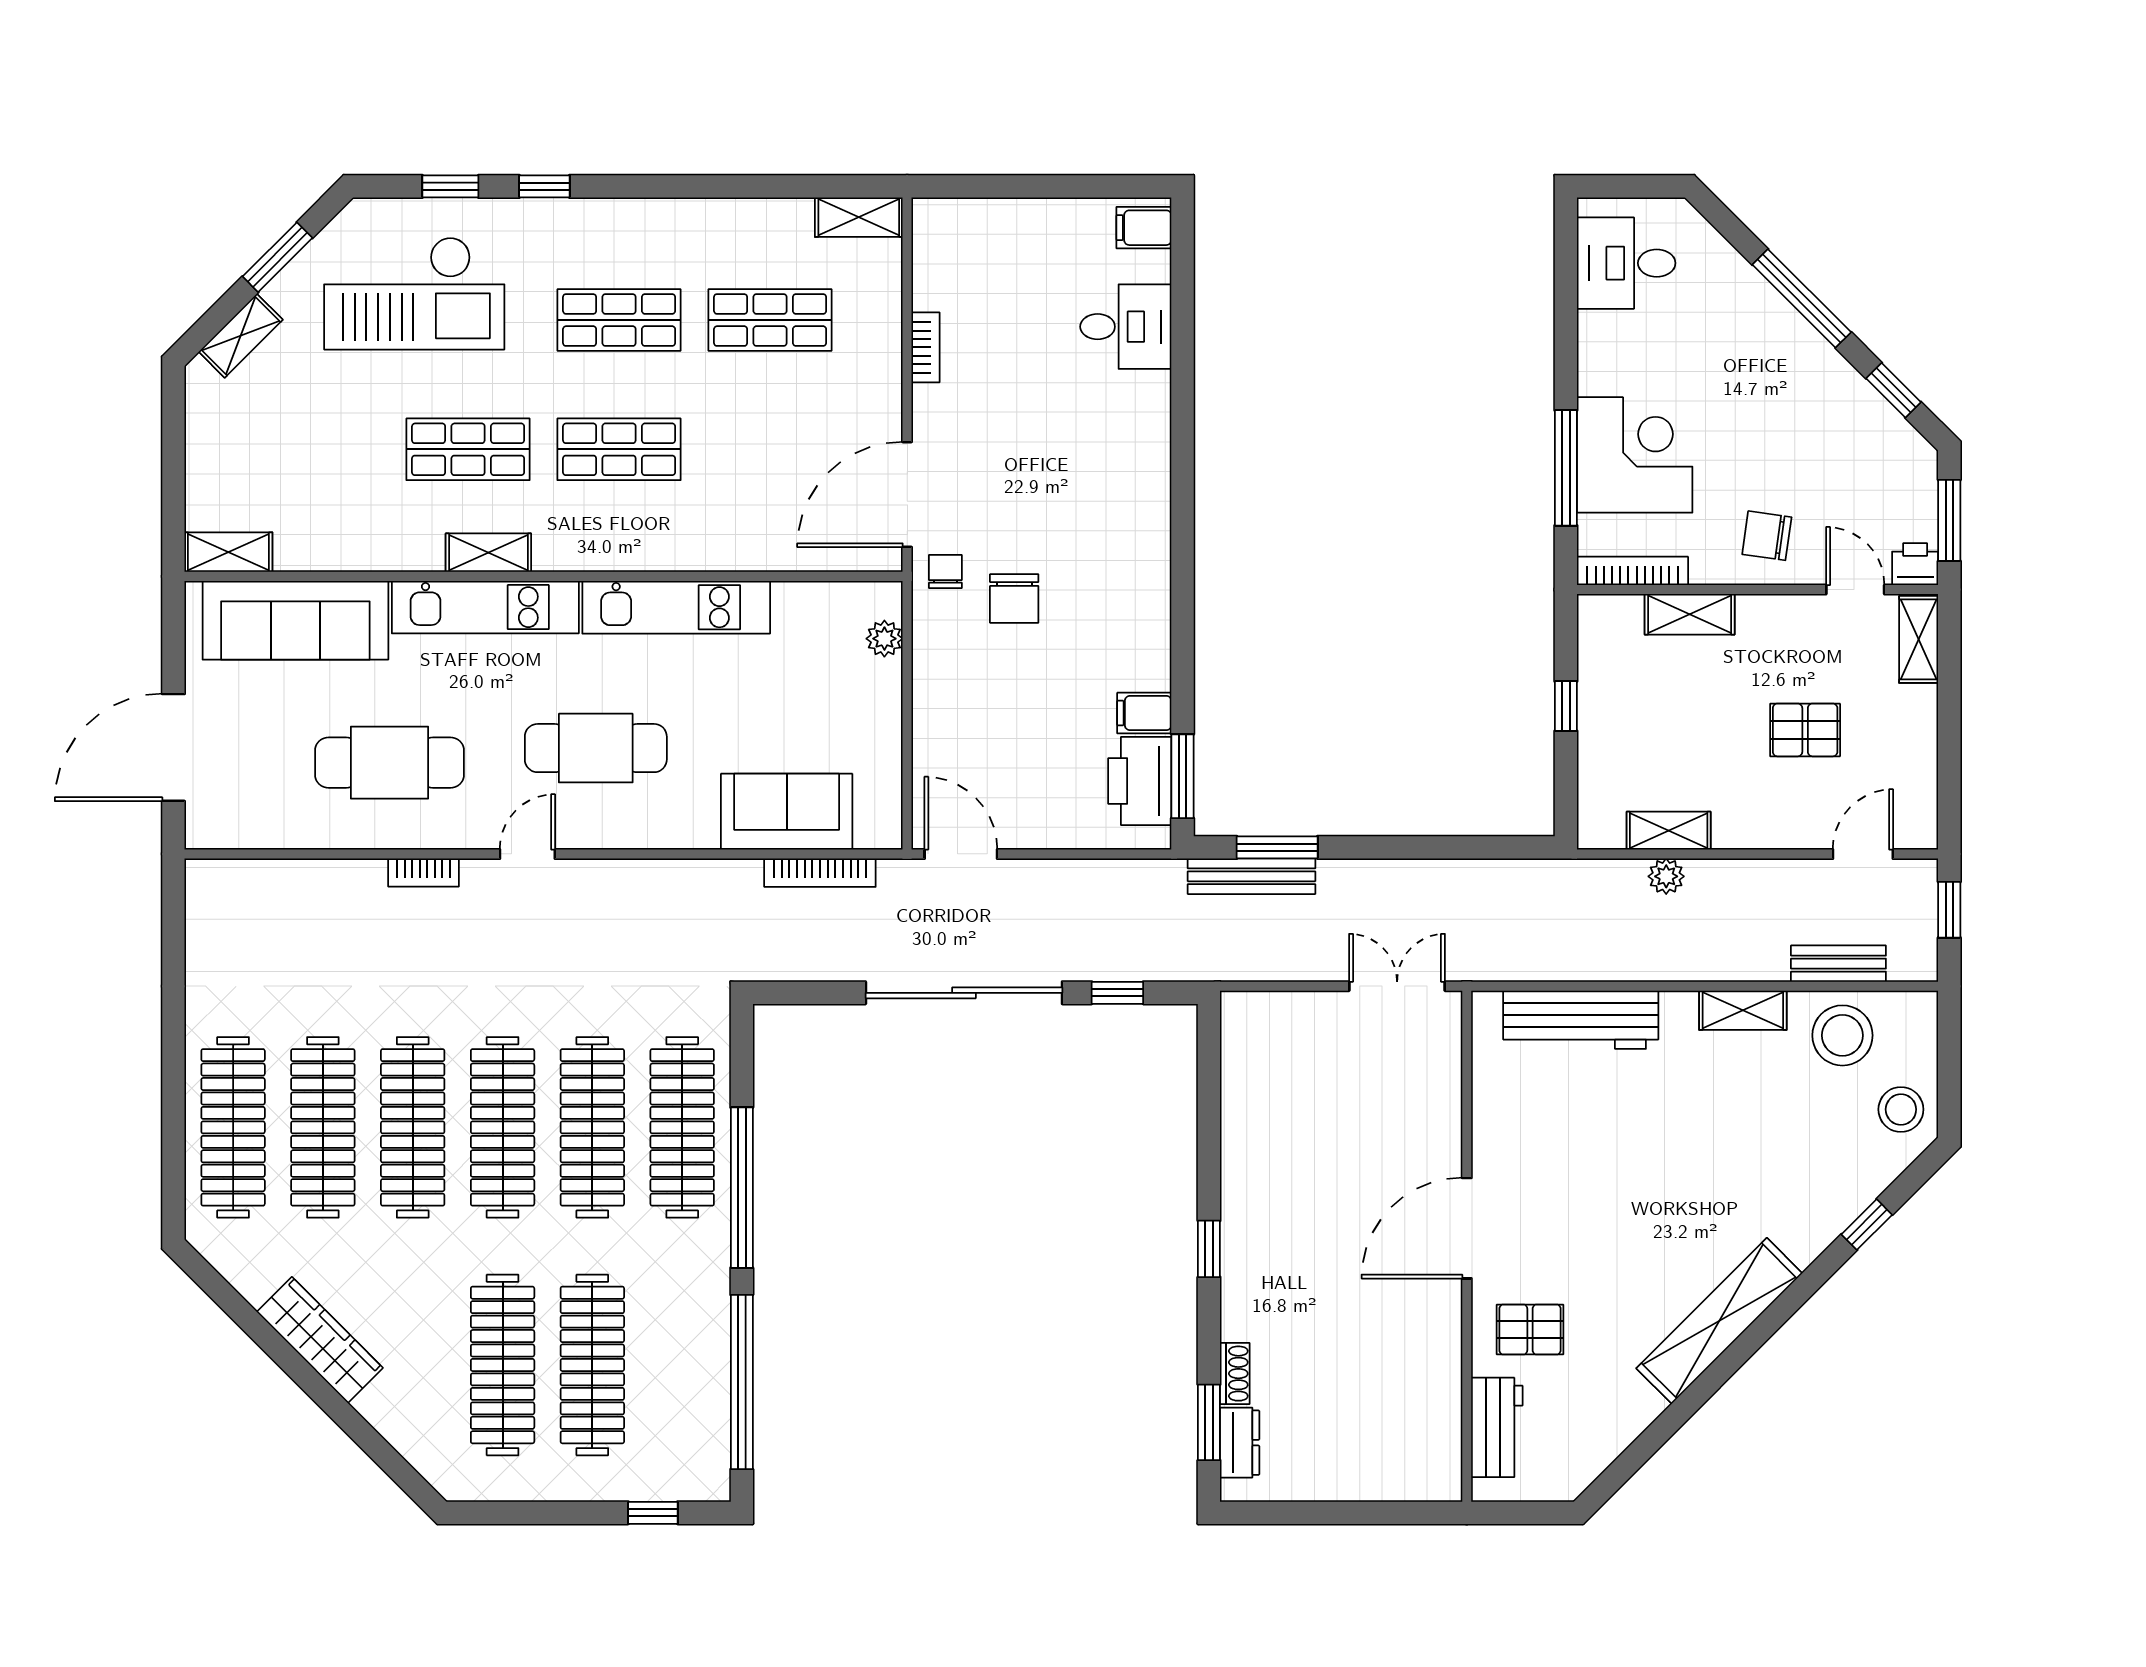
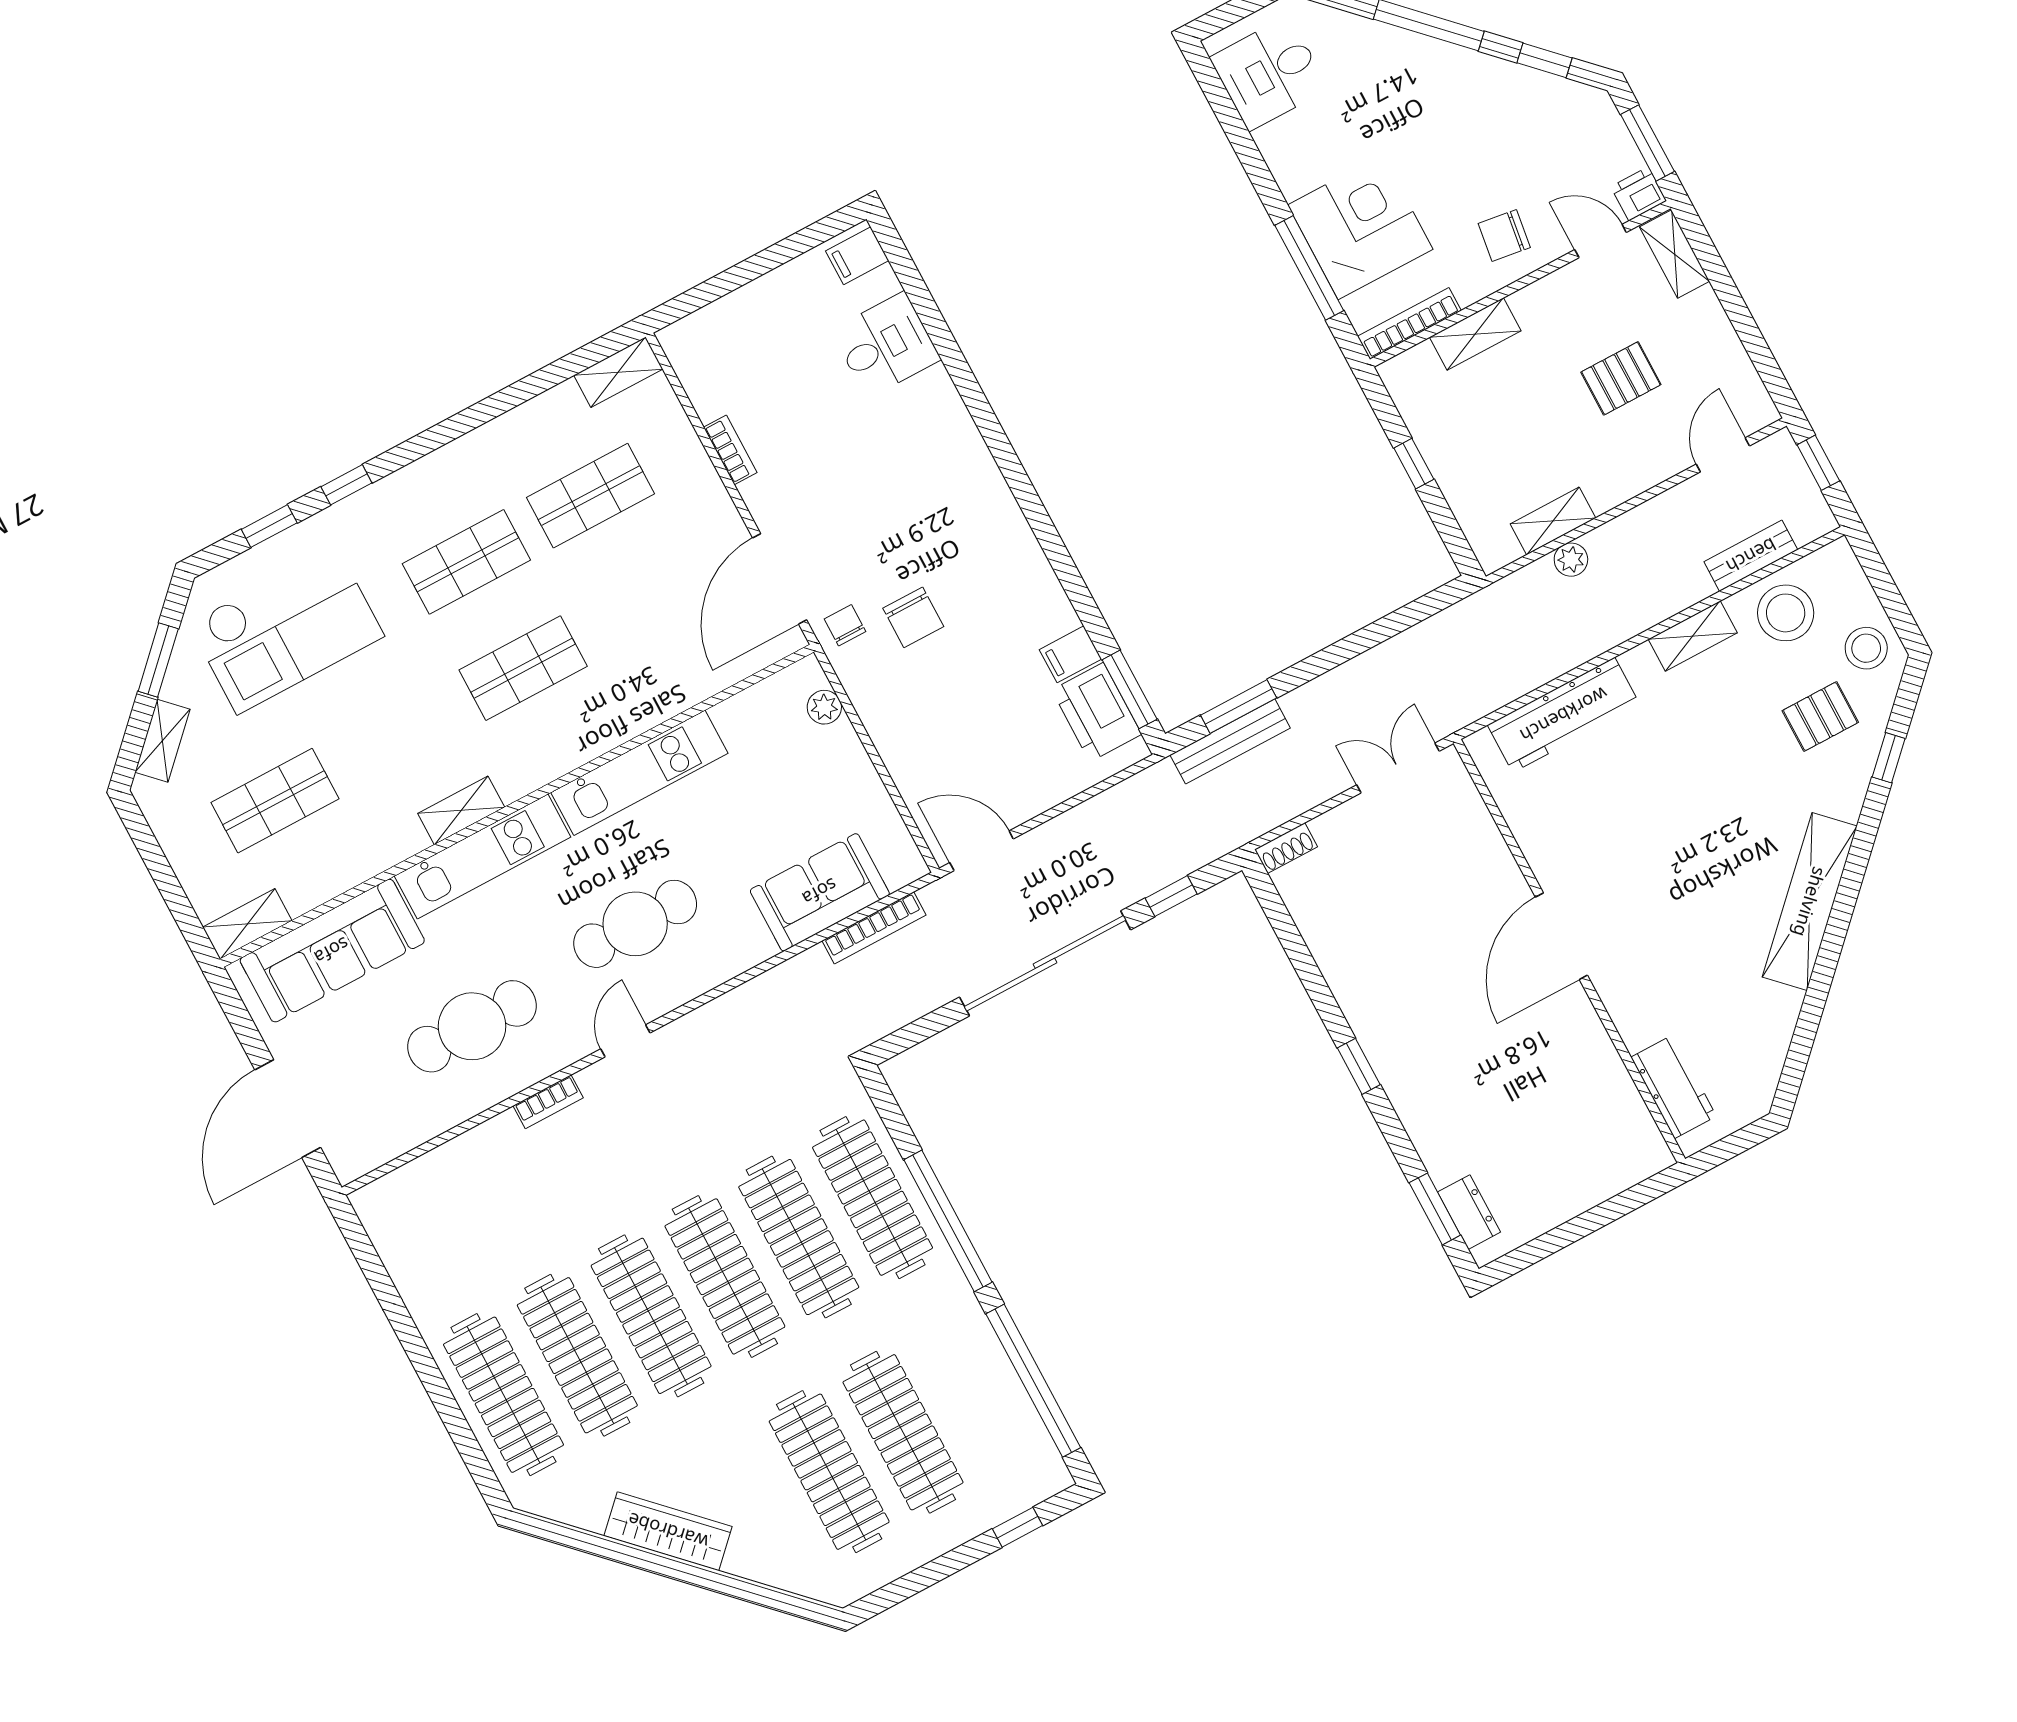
shop shelf: (468, 449) -> (275, 801), moved
pallet: (1530, 1330) -> (1820, 716), moved
shoe rack: (1235, 1374) -> (1286, 848), moved, turned 90

